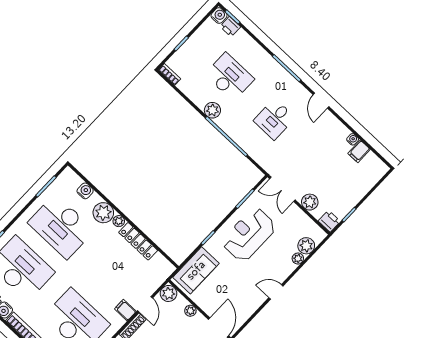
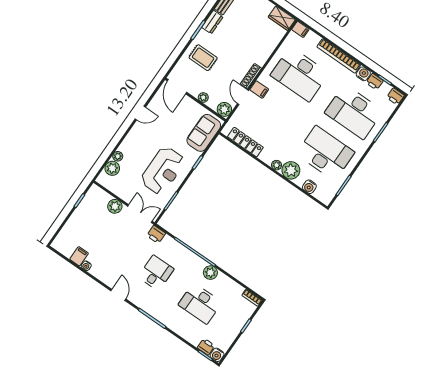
printer: (329, 221) -> (156, 234), moved
locker: (138, 241) -> (245, 142), moved
door: (276, 292) -> (140, 113), moved

